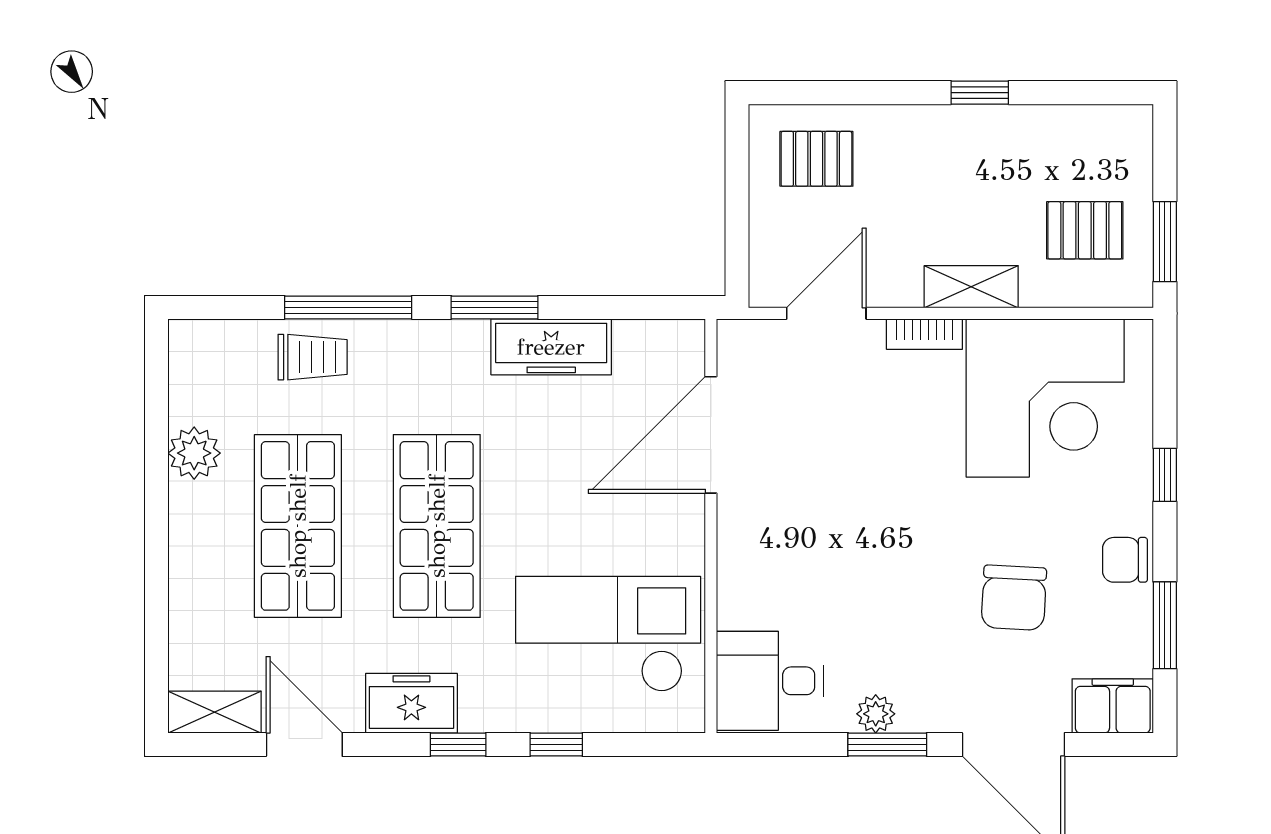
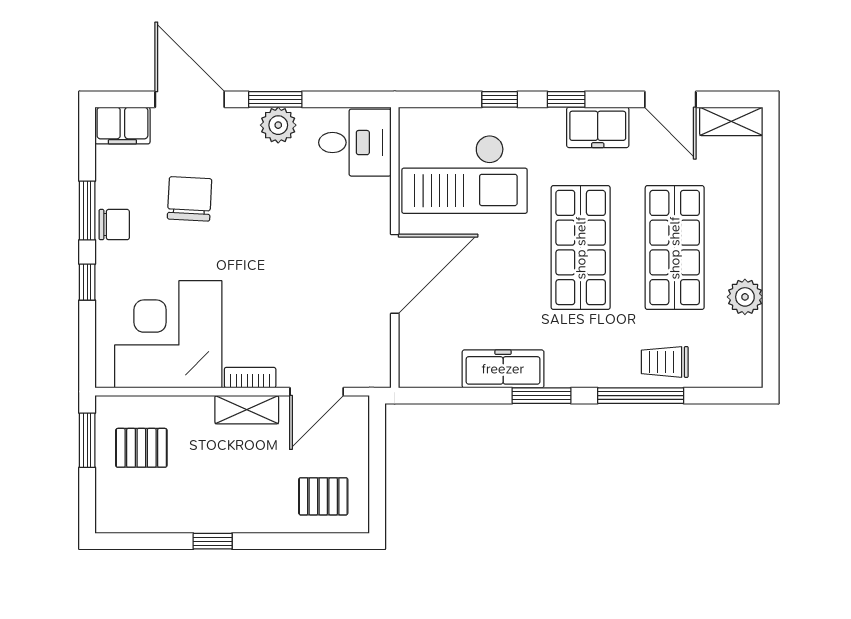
shelving: (971, 287) -> (247, 410), moved
door: (711, 435) -> (395, 274), moved
window: (1165, 625) -> (87, 211), moved
plant: (876, 714) -> (278, 125), width x1.38, depth x1.38

